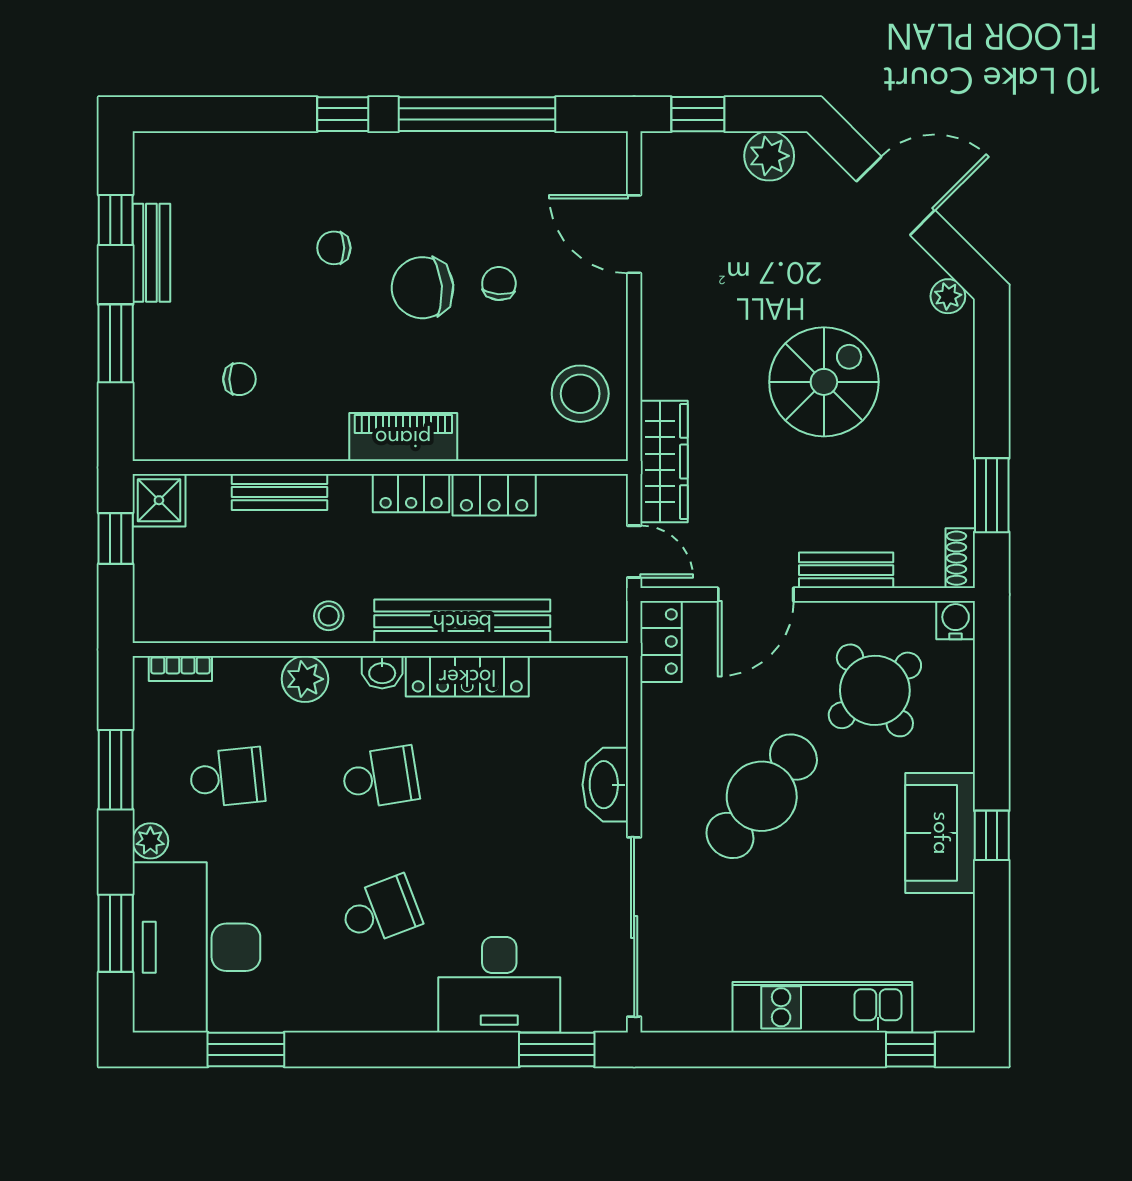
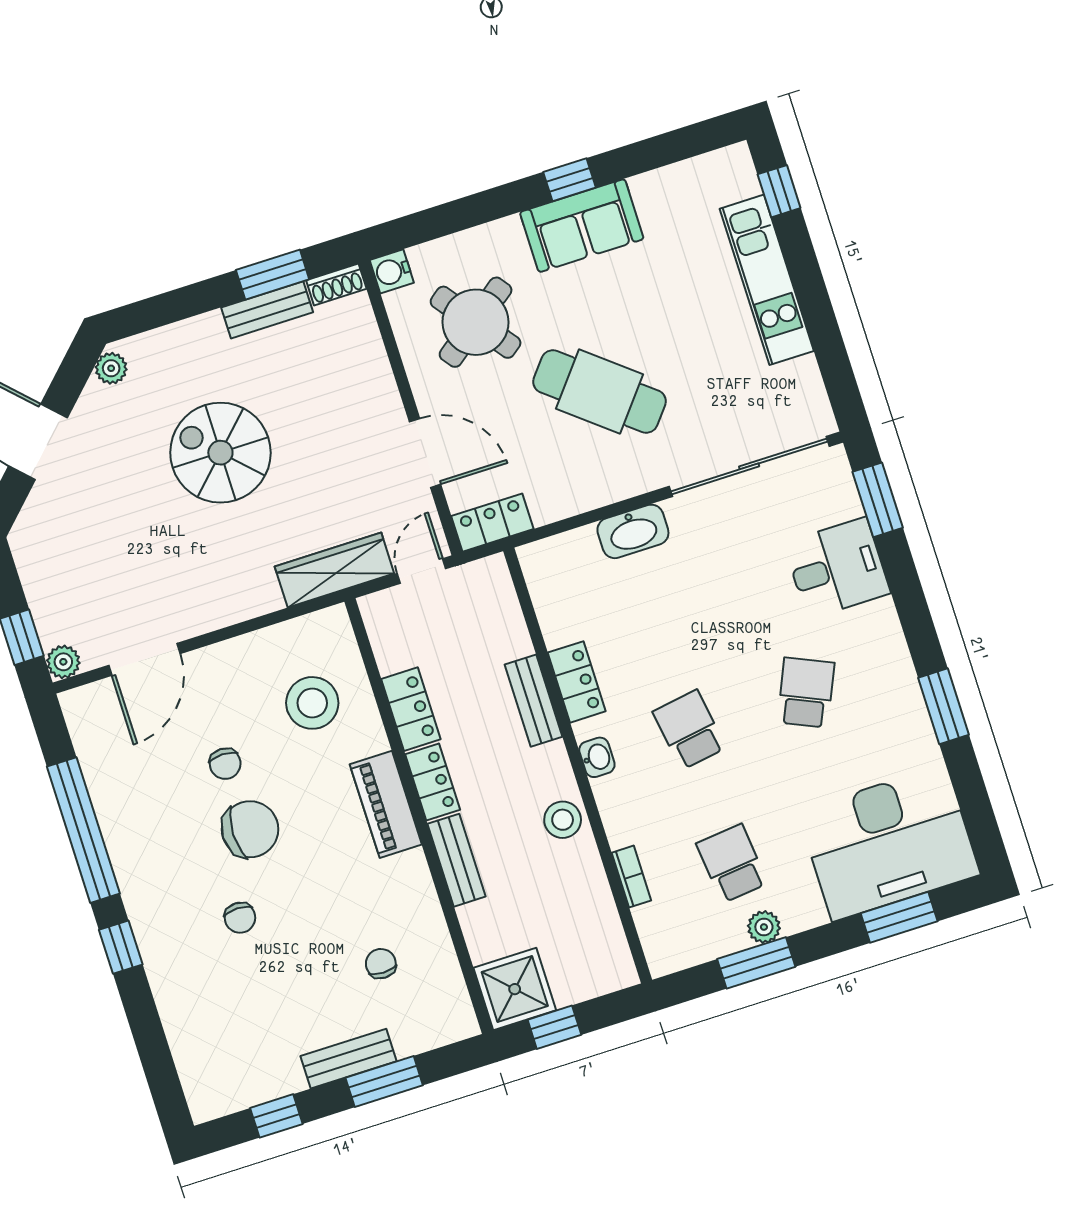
plant: (769, 156) -> (63, 662), moved, width x0.73, depth x0.73
bench: (151, 253) -> (349, 1059), moved
chair: (499, 284) -> (225, 764), turned -94
chair: (423, 288) -> (250, 829), turned -85
stool: (580, 394) -> (312, 703), moved
bench: (280, 492) -> (456, 860), moved
shower: (159, 500) -> (515, 989), width x1.36, depth x1.36
bench: (846, 570) -> (267, 310), moved, turned 90
stool: (329, 616) -> (563, 820), width x1.37, depth x1.37
bench: (462, 621) -> (534, 701), width x0.54, depth x0.82
bookcase: (180, 668) -> (631, 877), moved
locker: (467, 676) -> (577, 682), width x0.66
plant: (305, 679) -> (624, 823), removed
plant: (150, 841) -> (764, 927), moved
school desk: (380, 911) -> (806, 693), turned 45
desk: (499, 985) -> (837, 568), width x0.73
window: (246, 1049) -> (943, 706), moved

